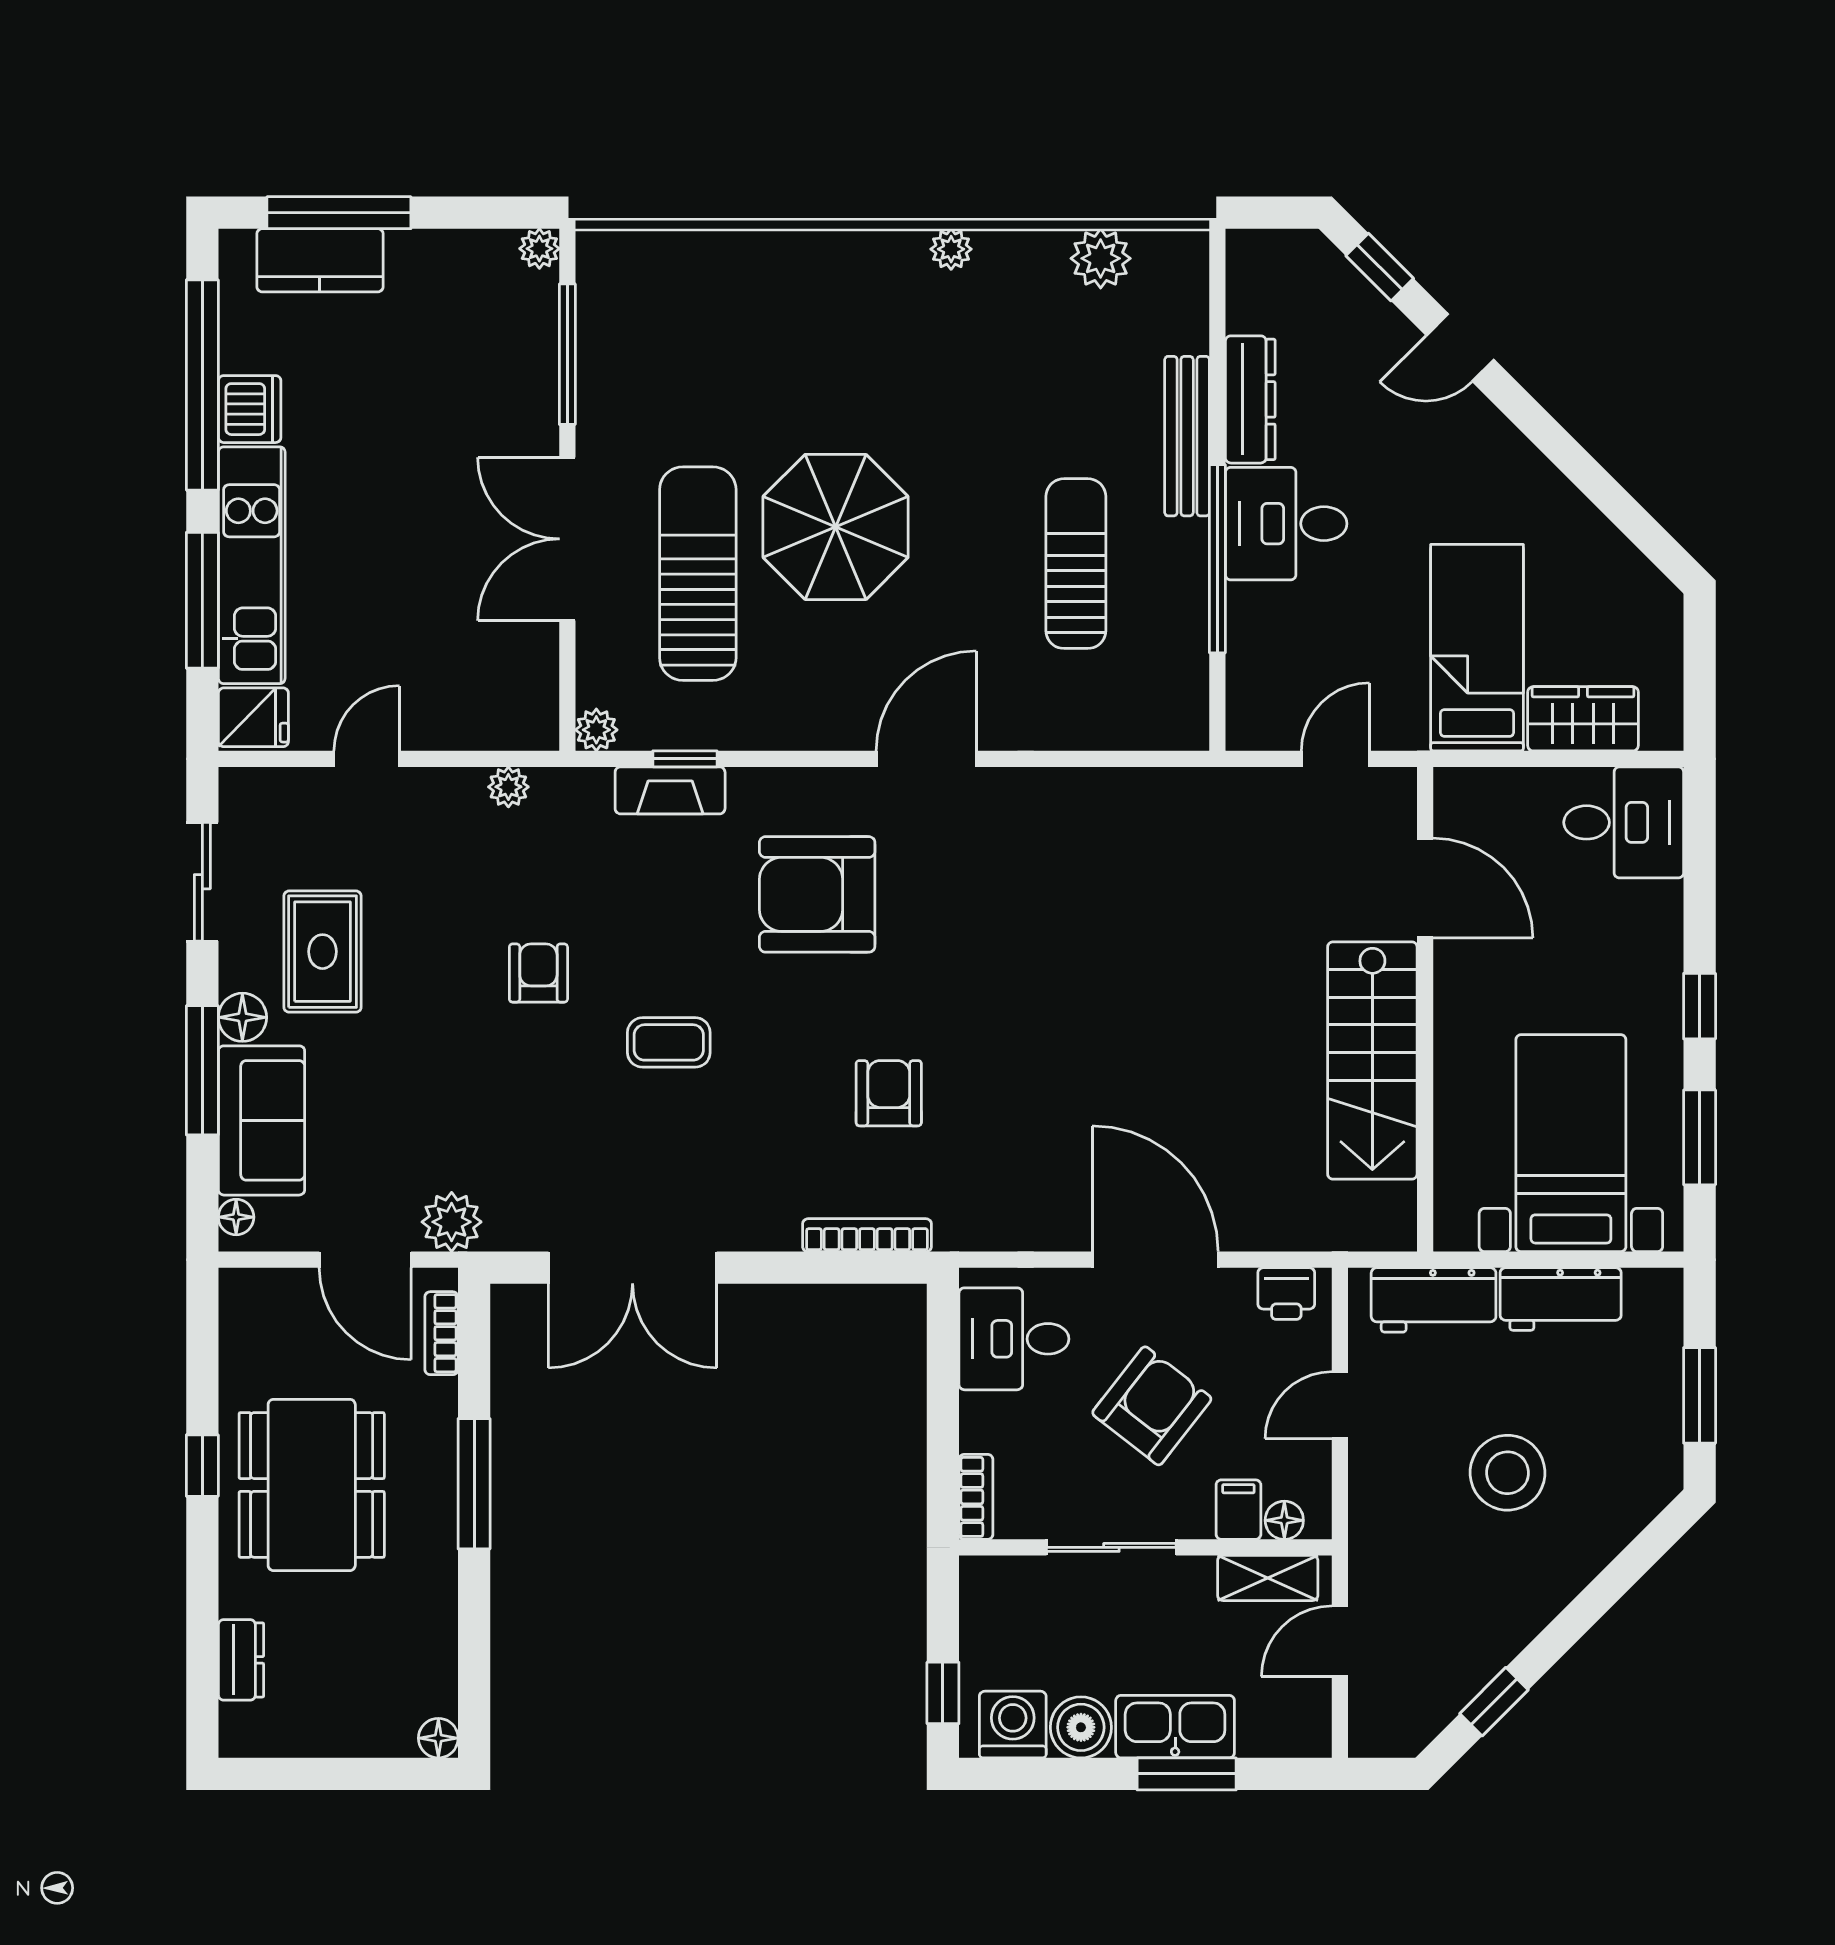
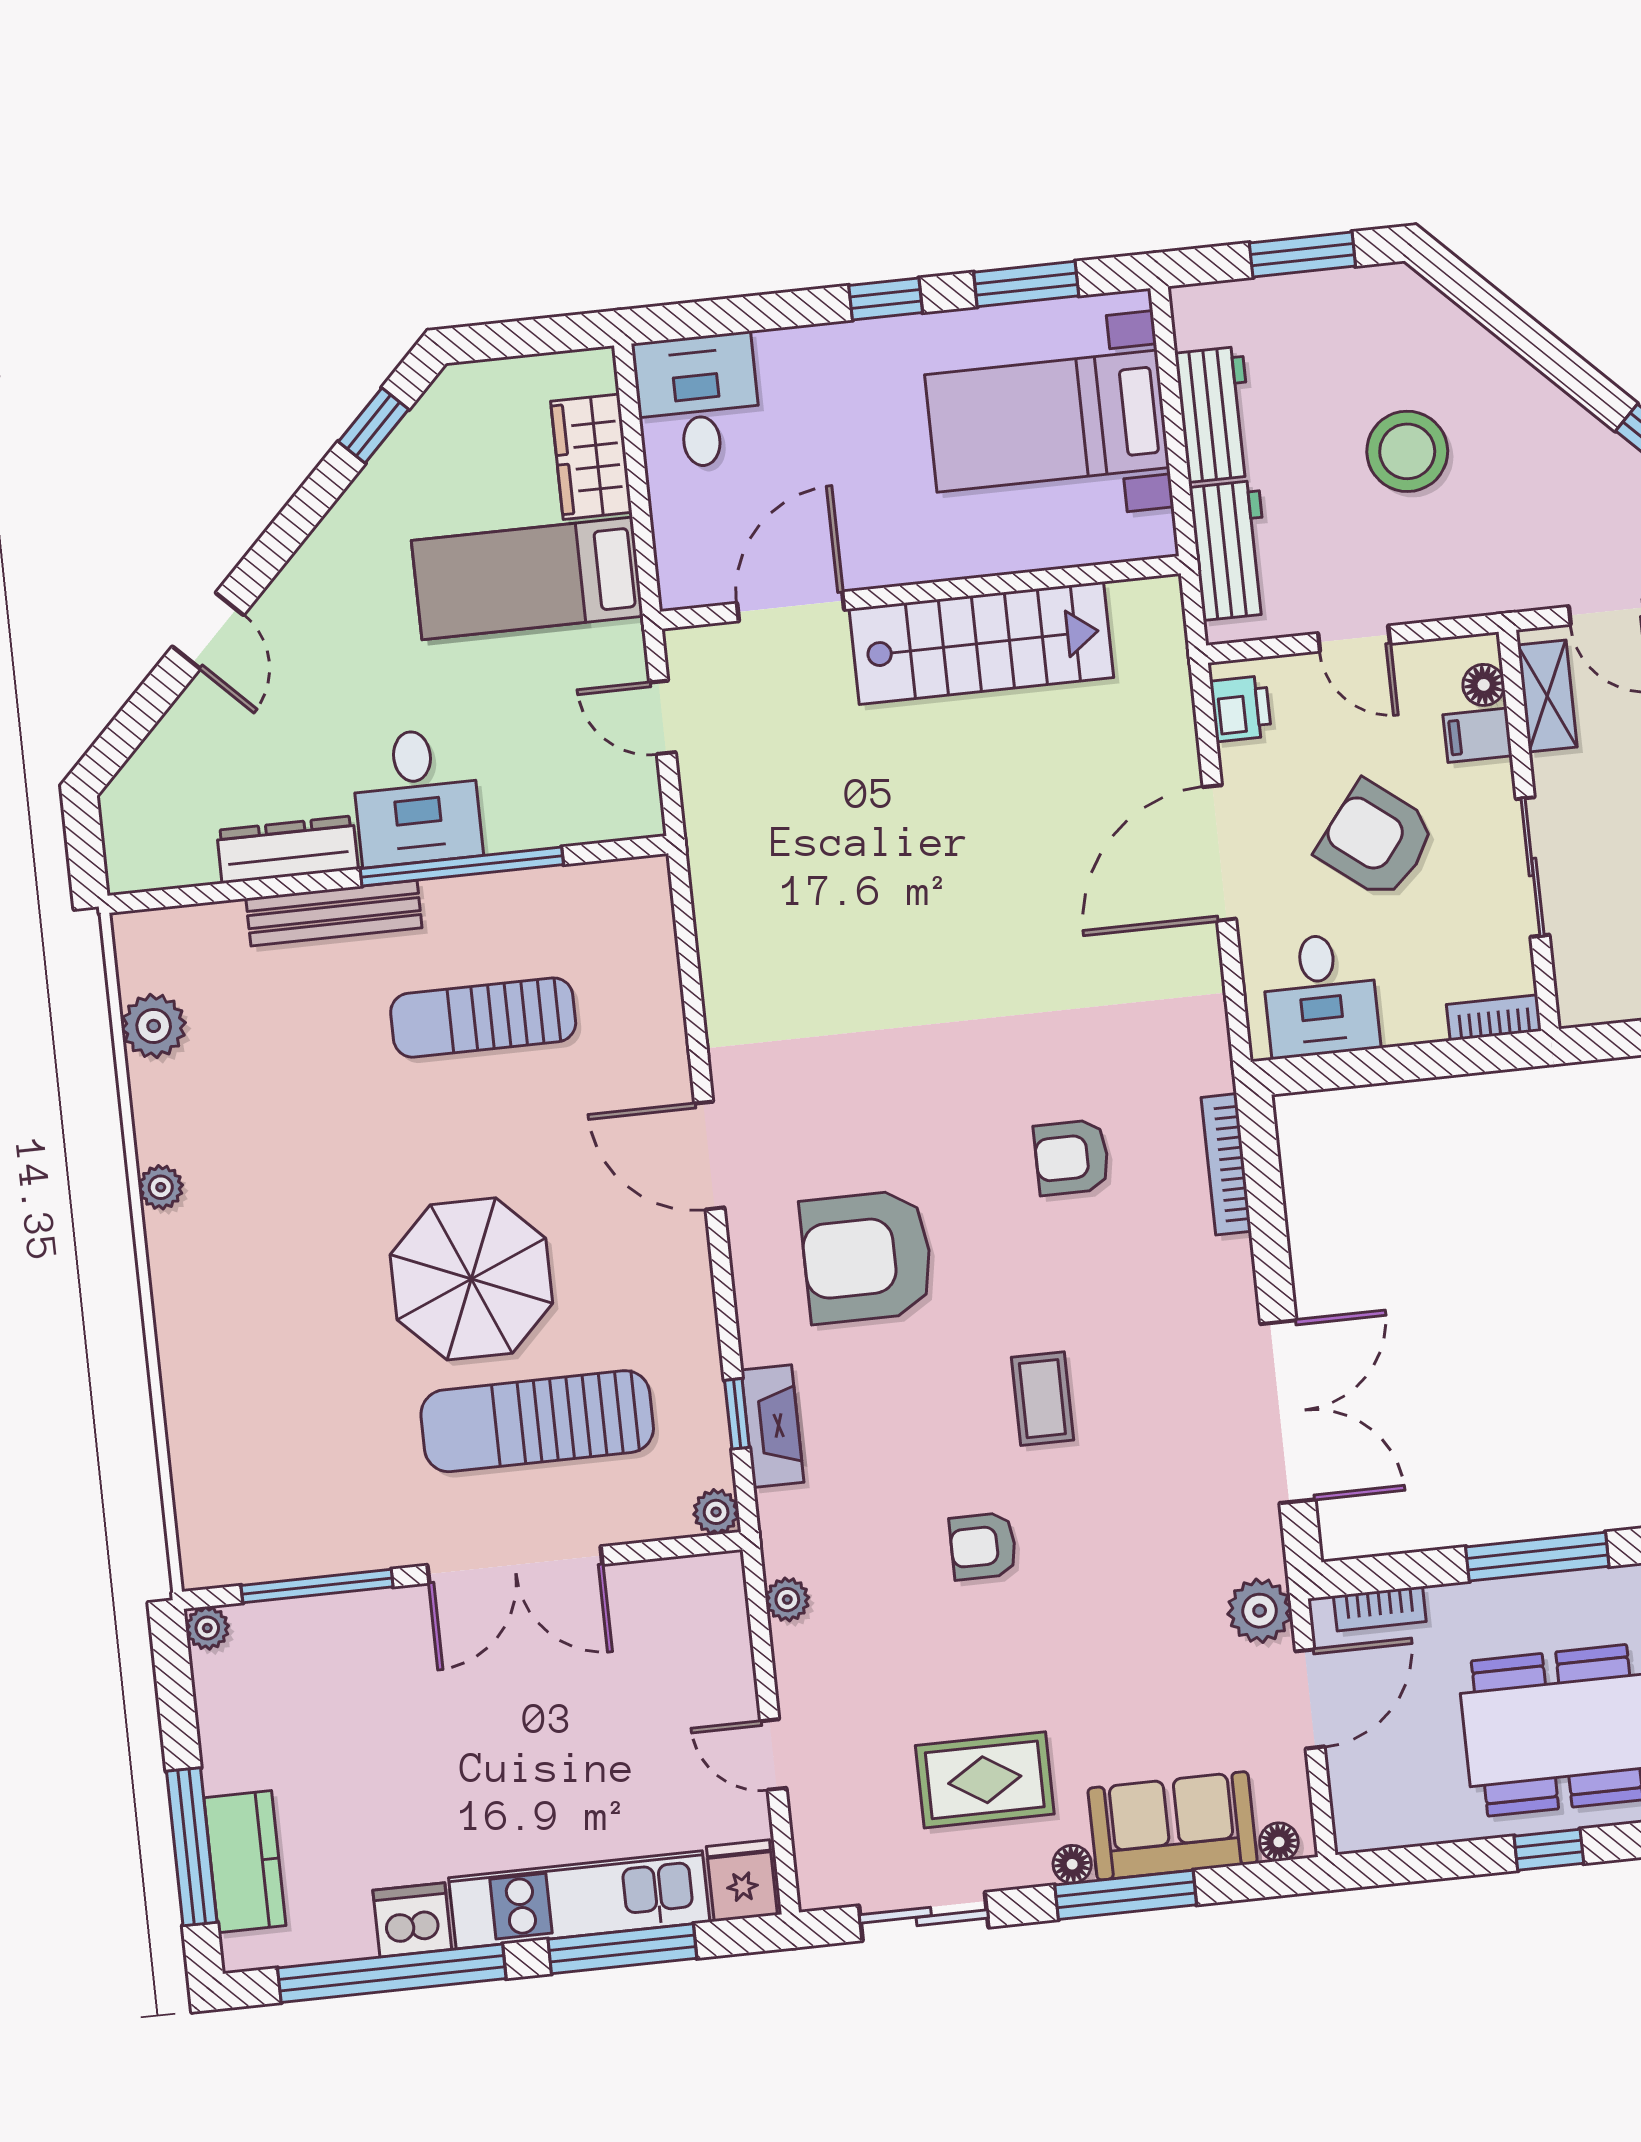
window: (1380, 267) -> (373, 425), moved
armchair: (817, 894) -> (867, 1257), turned 90
floor lamp: (242, 1017) -> (1072, 1864), width x0.73, depth x0.73

